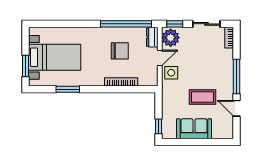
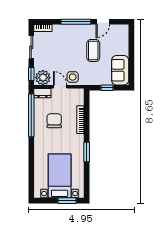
window: (68, 89) -> (87, 152), moved
window: (159, 126) -> (107, 88), moved
sofa: (194, 129) -> (120, 70), moved

